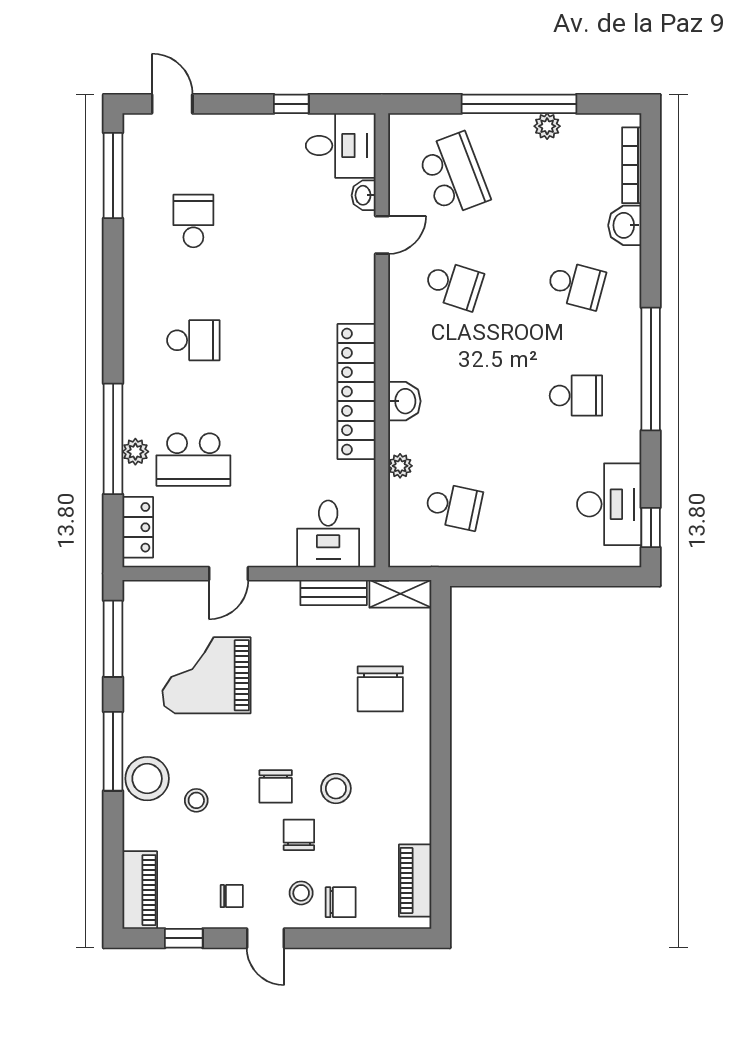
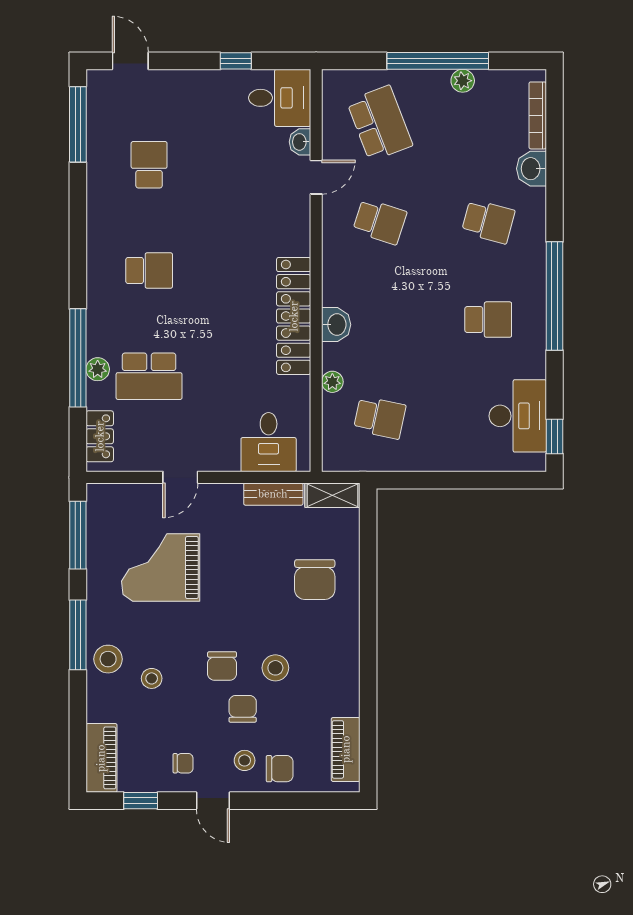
stool: (147, 779) -> (108, 659), width x0.73, depth x0.73

